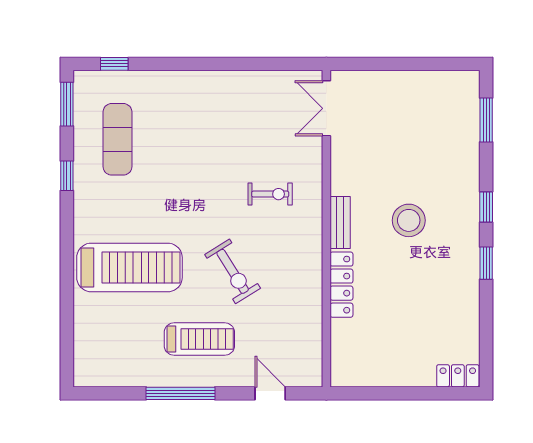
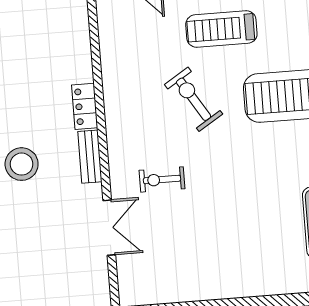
double door: (326, 108) -> (109, 228), moved
locker: (342, 285) -> (85, 106), width x0.66

